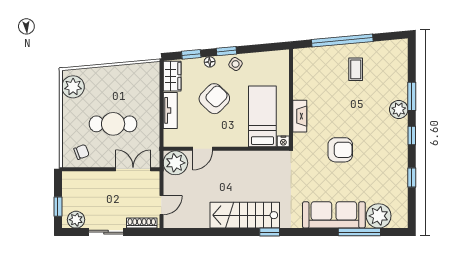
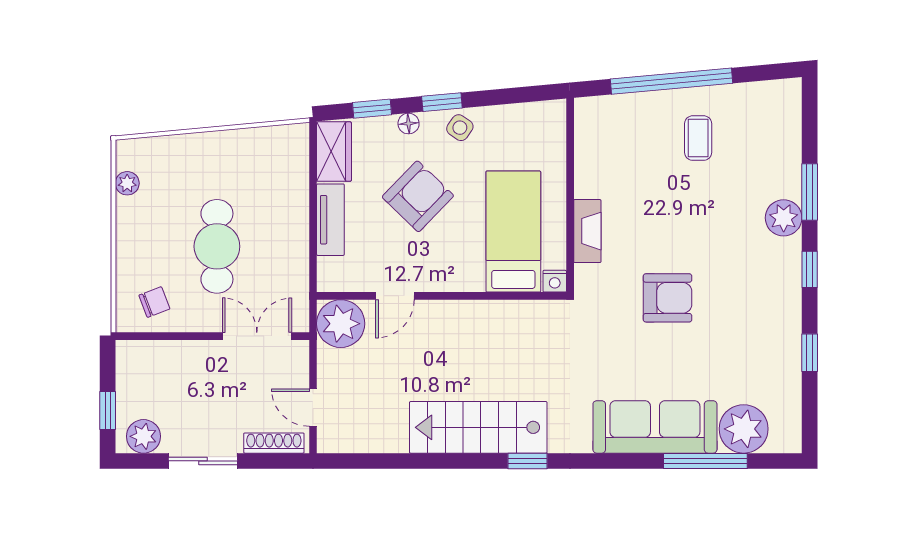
plant: (73, 87) -> (127, 183), width x0.53, depth x0.53
cafe table: (113, 124) -> (217, 246), turned 90
door: (161, 205) -> (313, 408), swing flipped

